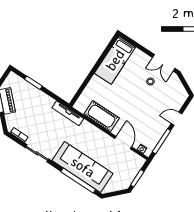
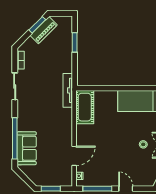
cot: (102, 116) -> (85, 107), moved
sofa: (83, 167) -> (27, 148), width x0.54, depth x0.79

